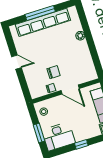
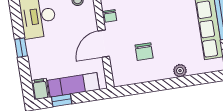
chair: (54, 72) -> (144, 52), moved

